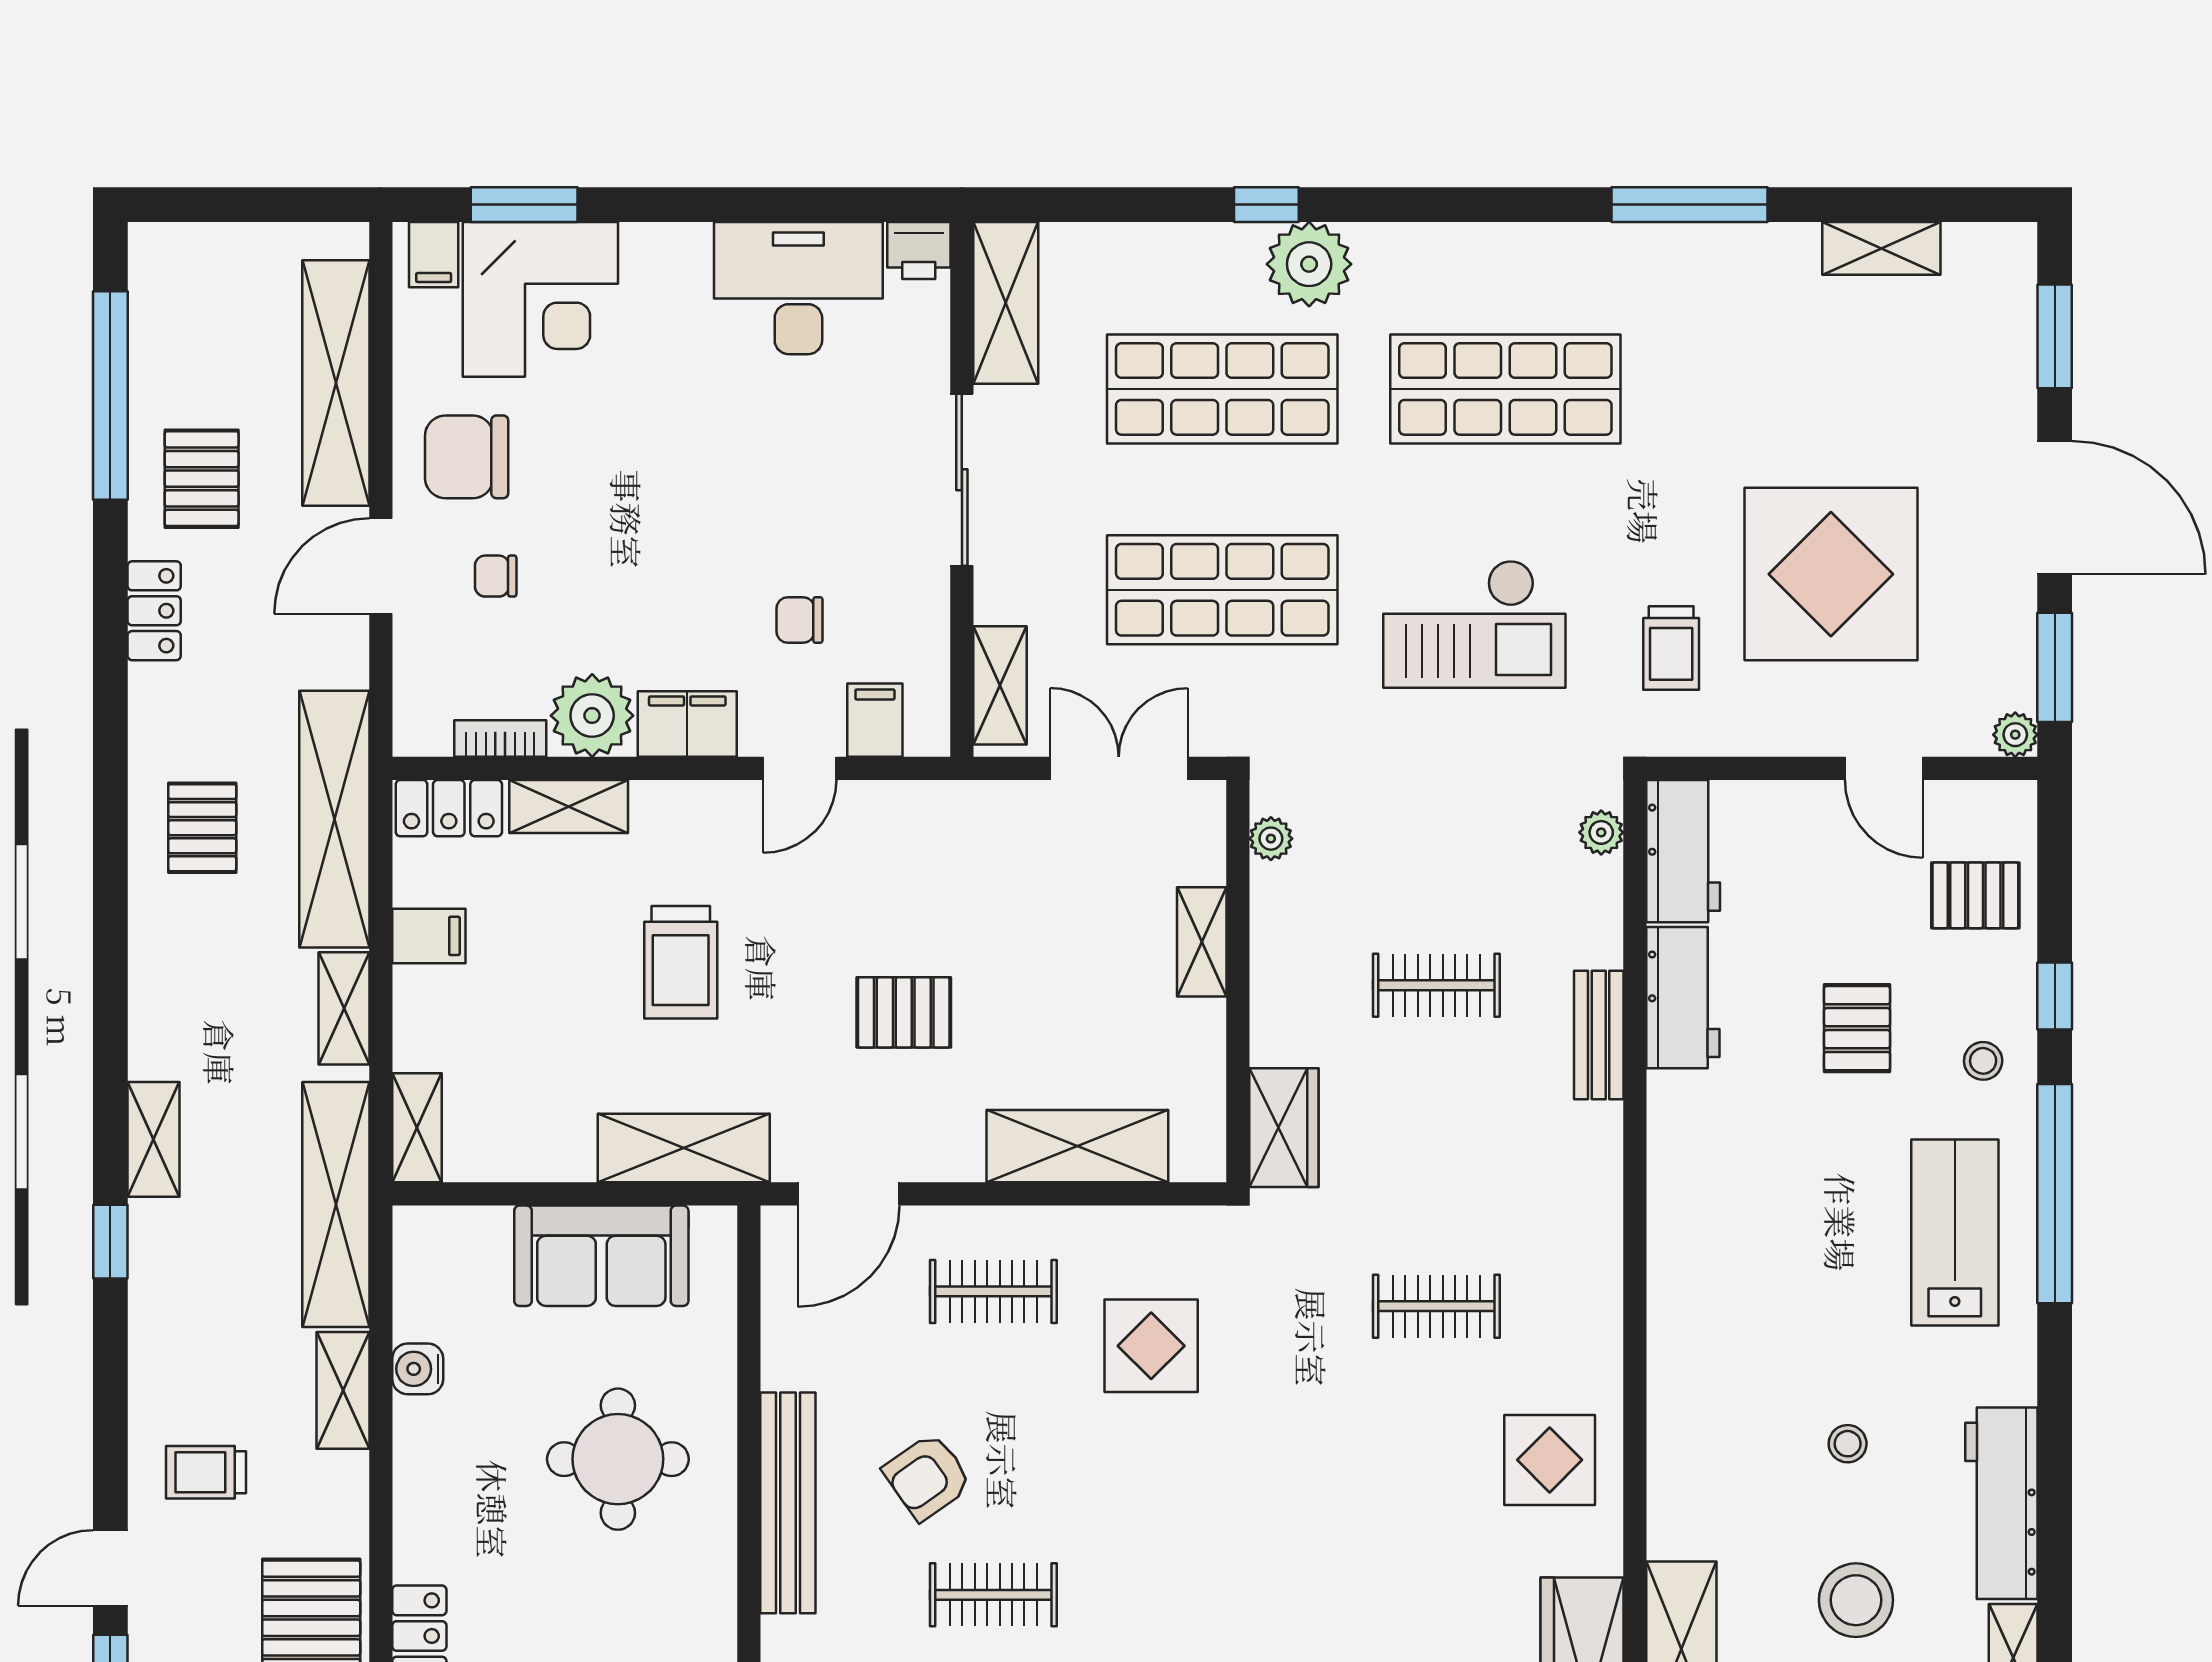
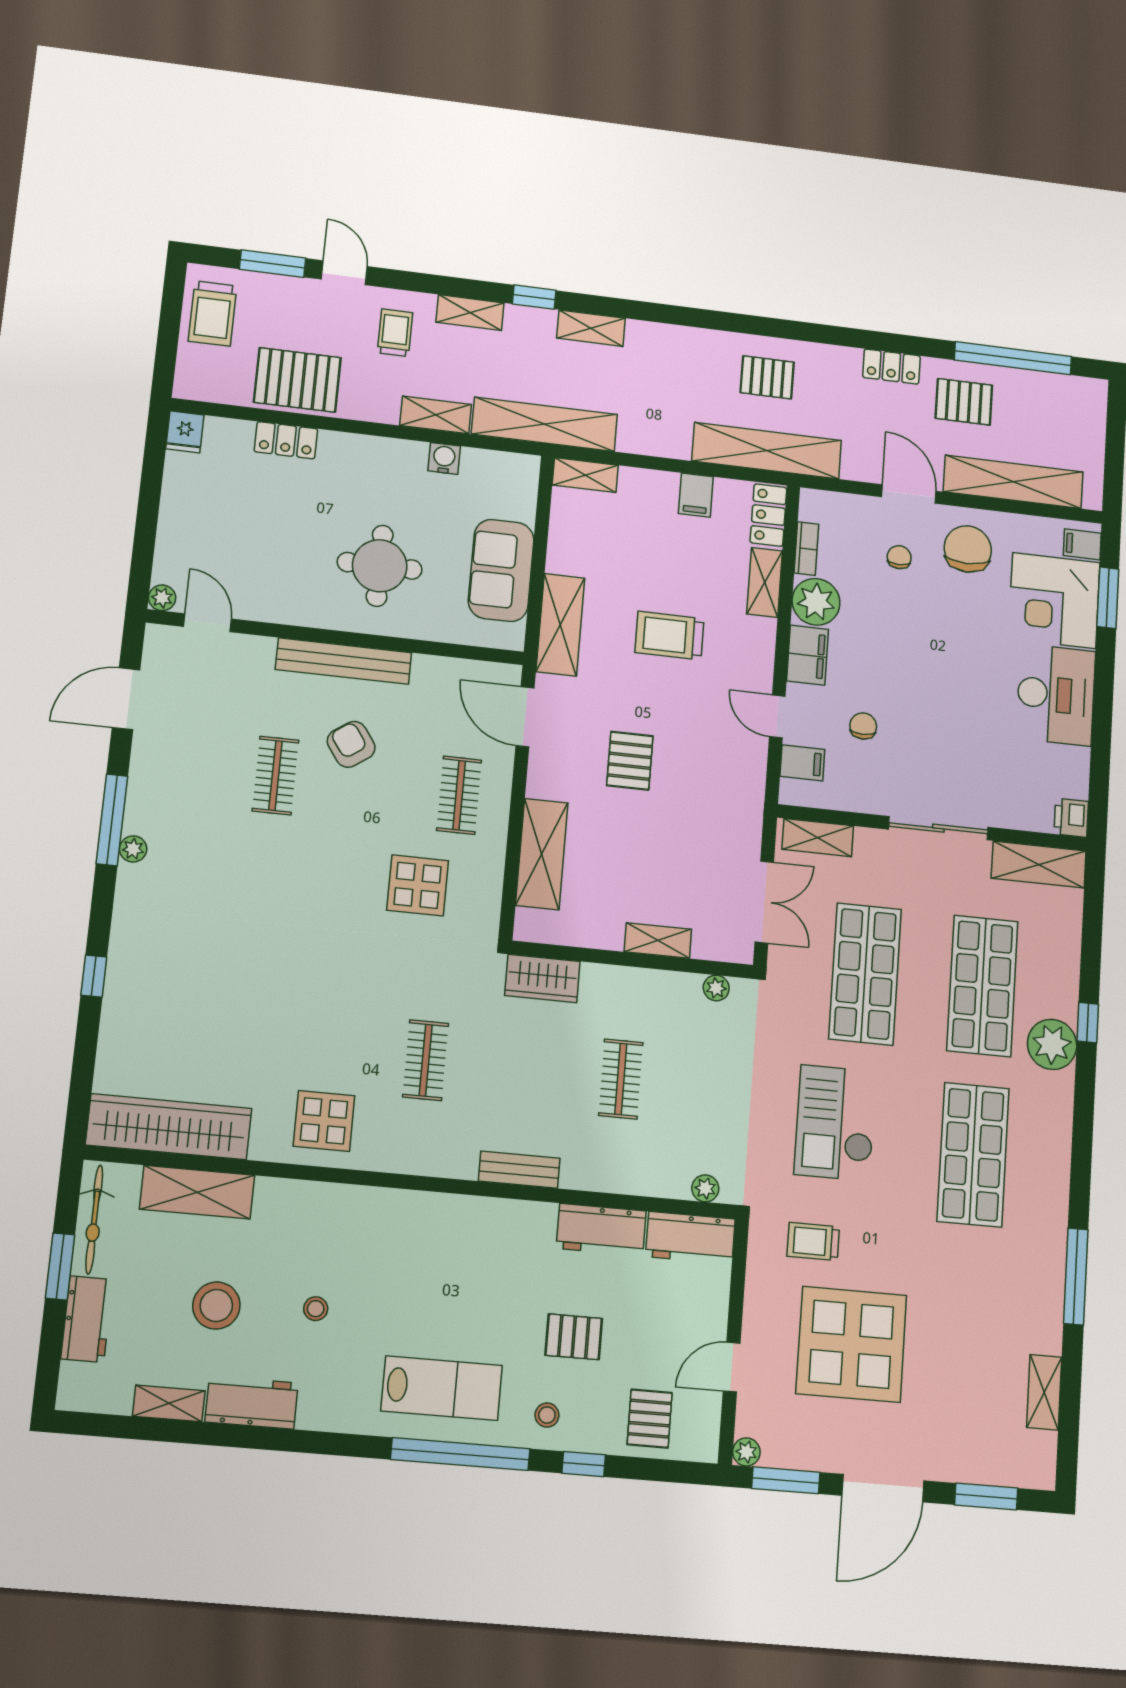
desk: (798, 288) -> (1056, 695), moved
shelving: (344, 1008) -> (470, 313), moved
bench: (1599, 1035) -> (519, 1170), moved
workbench: (2001, 1503) -> (252, 1403), width x0.73

